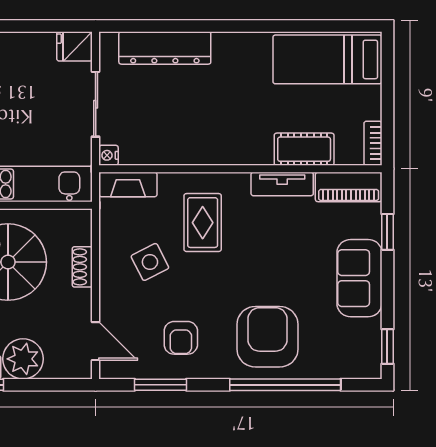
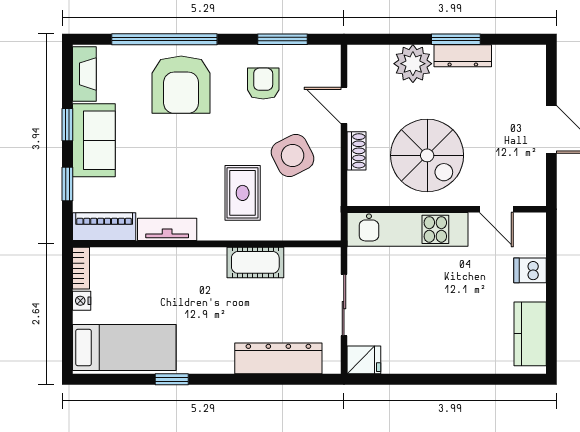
window: (277, 26) -> (172, 379), added
cot: (304, 149) -> (255, 262), moved
nightstand: (109, 155) -> (82, 301), moved, turned 180
fireplace: (128, 184) -> (84, 74), moved, turned 90
side table: (150, 262) -> (293, 155), width x1.37, depth x1.37
door: (96, 341) -> (344, 105), moved
window: (387, 347) -> (67, 125), moved

